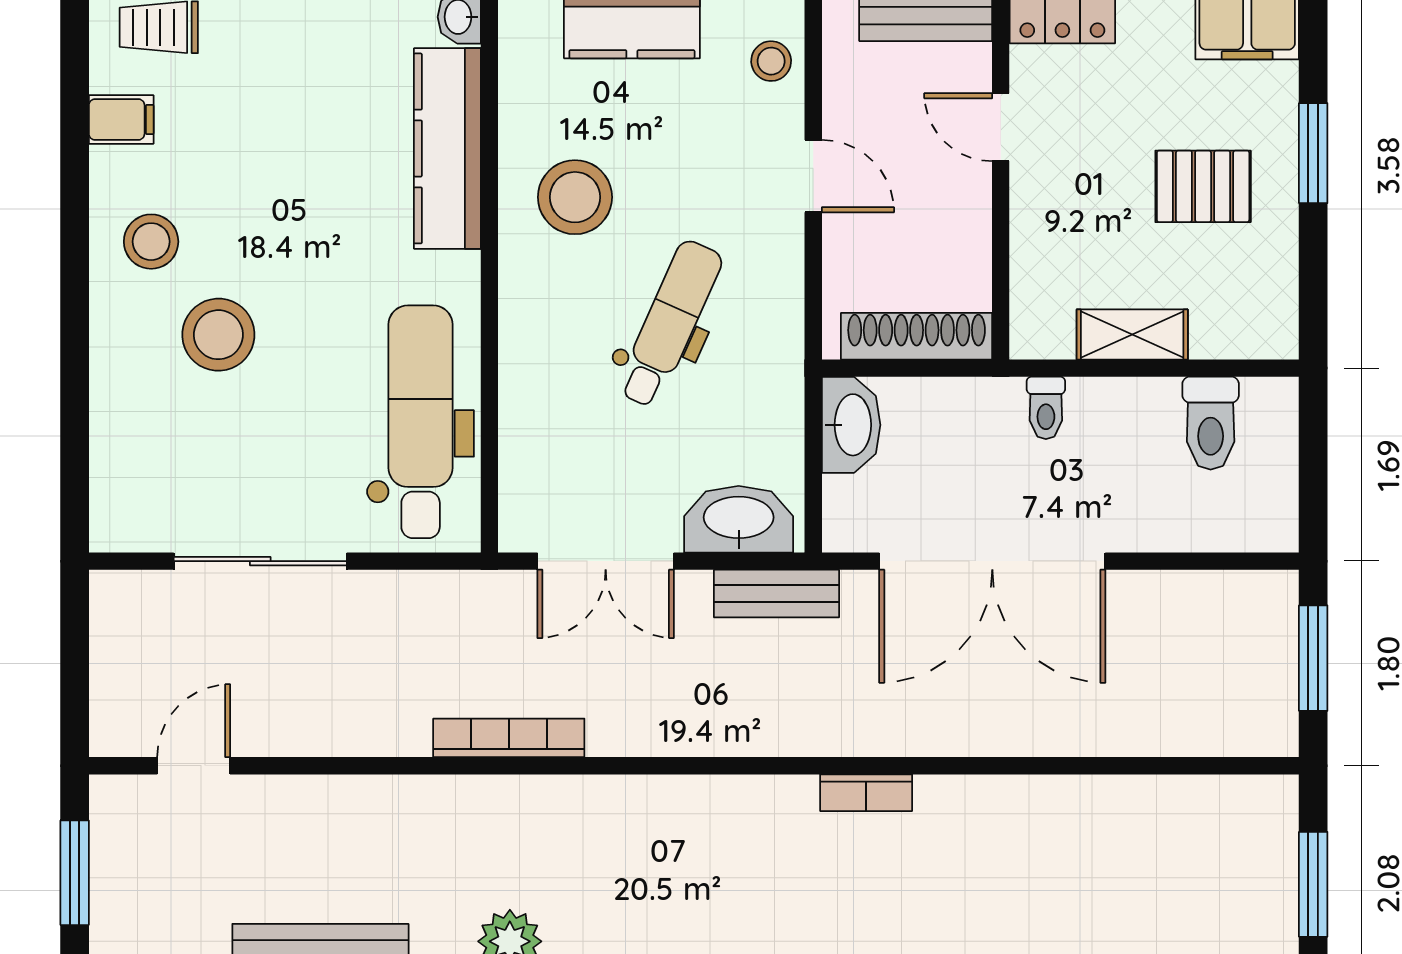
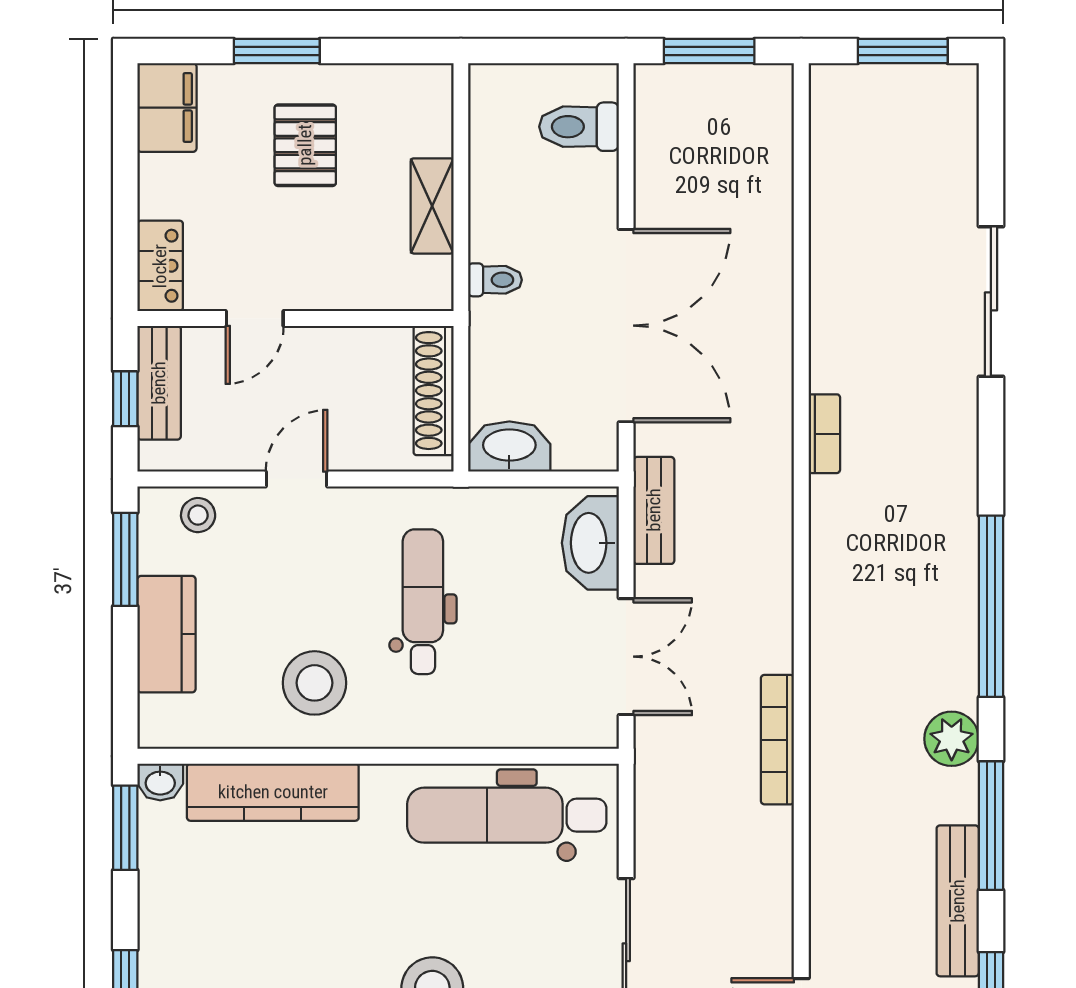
dental chair: (670, 324) -> (423, 602), turned 66
toilet: (1211, 423) -> (579, 127), moved, turned 180

